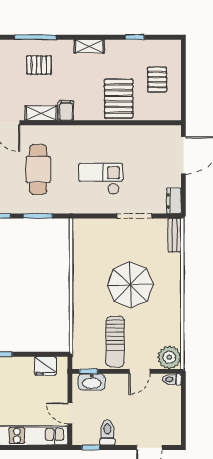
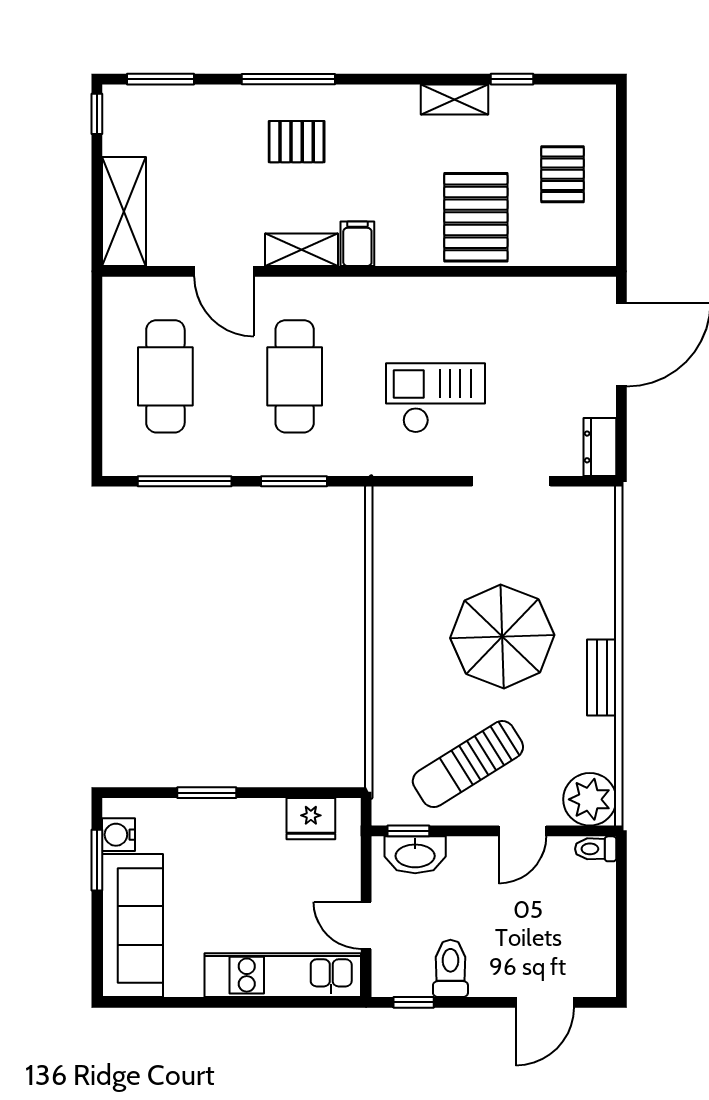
shelving: (89, 46) -> (454, 99), moved
bench: (175, 235) -> (602, 677), moved
sun lounger: (115, 342) -> (468, 764), turned 58

